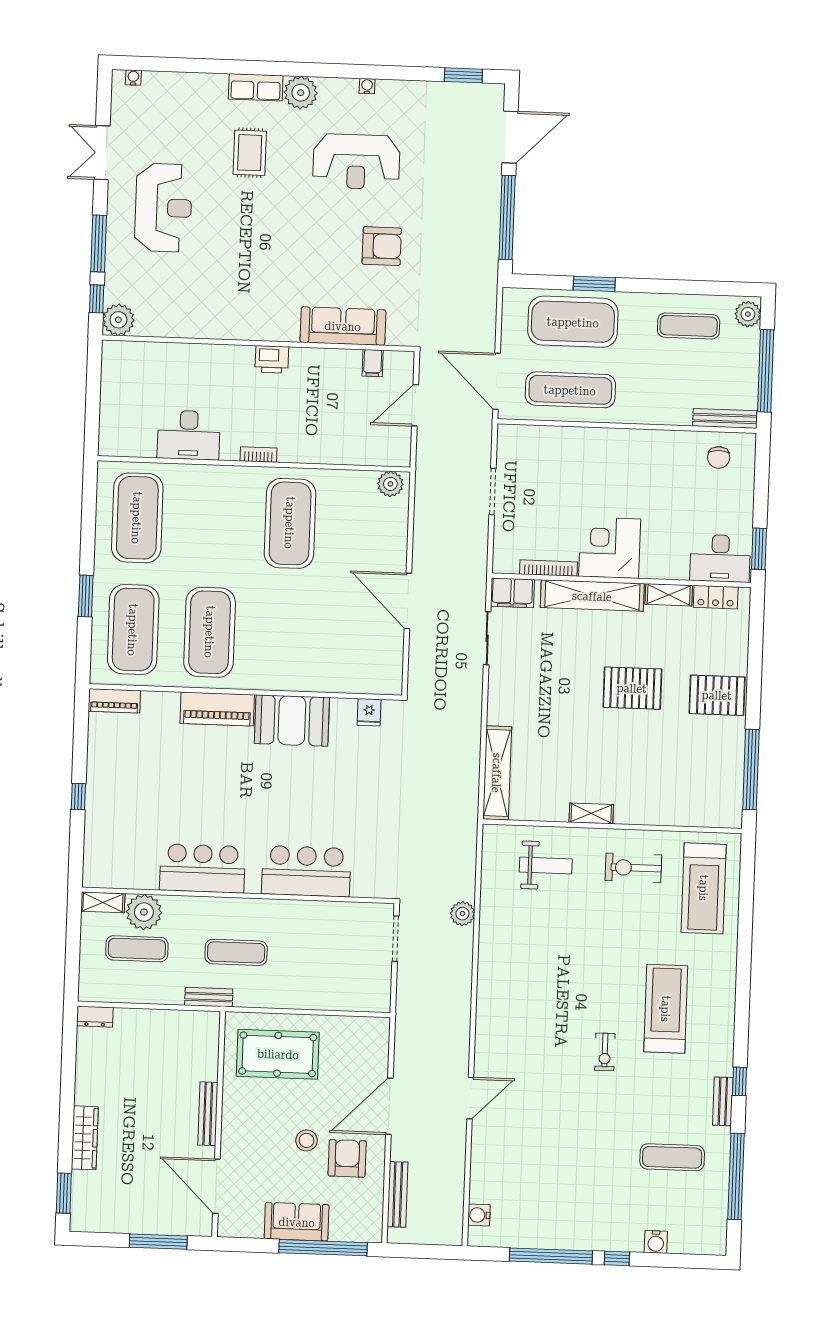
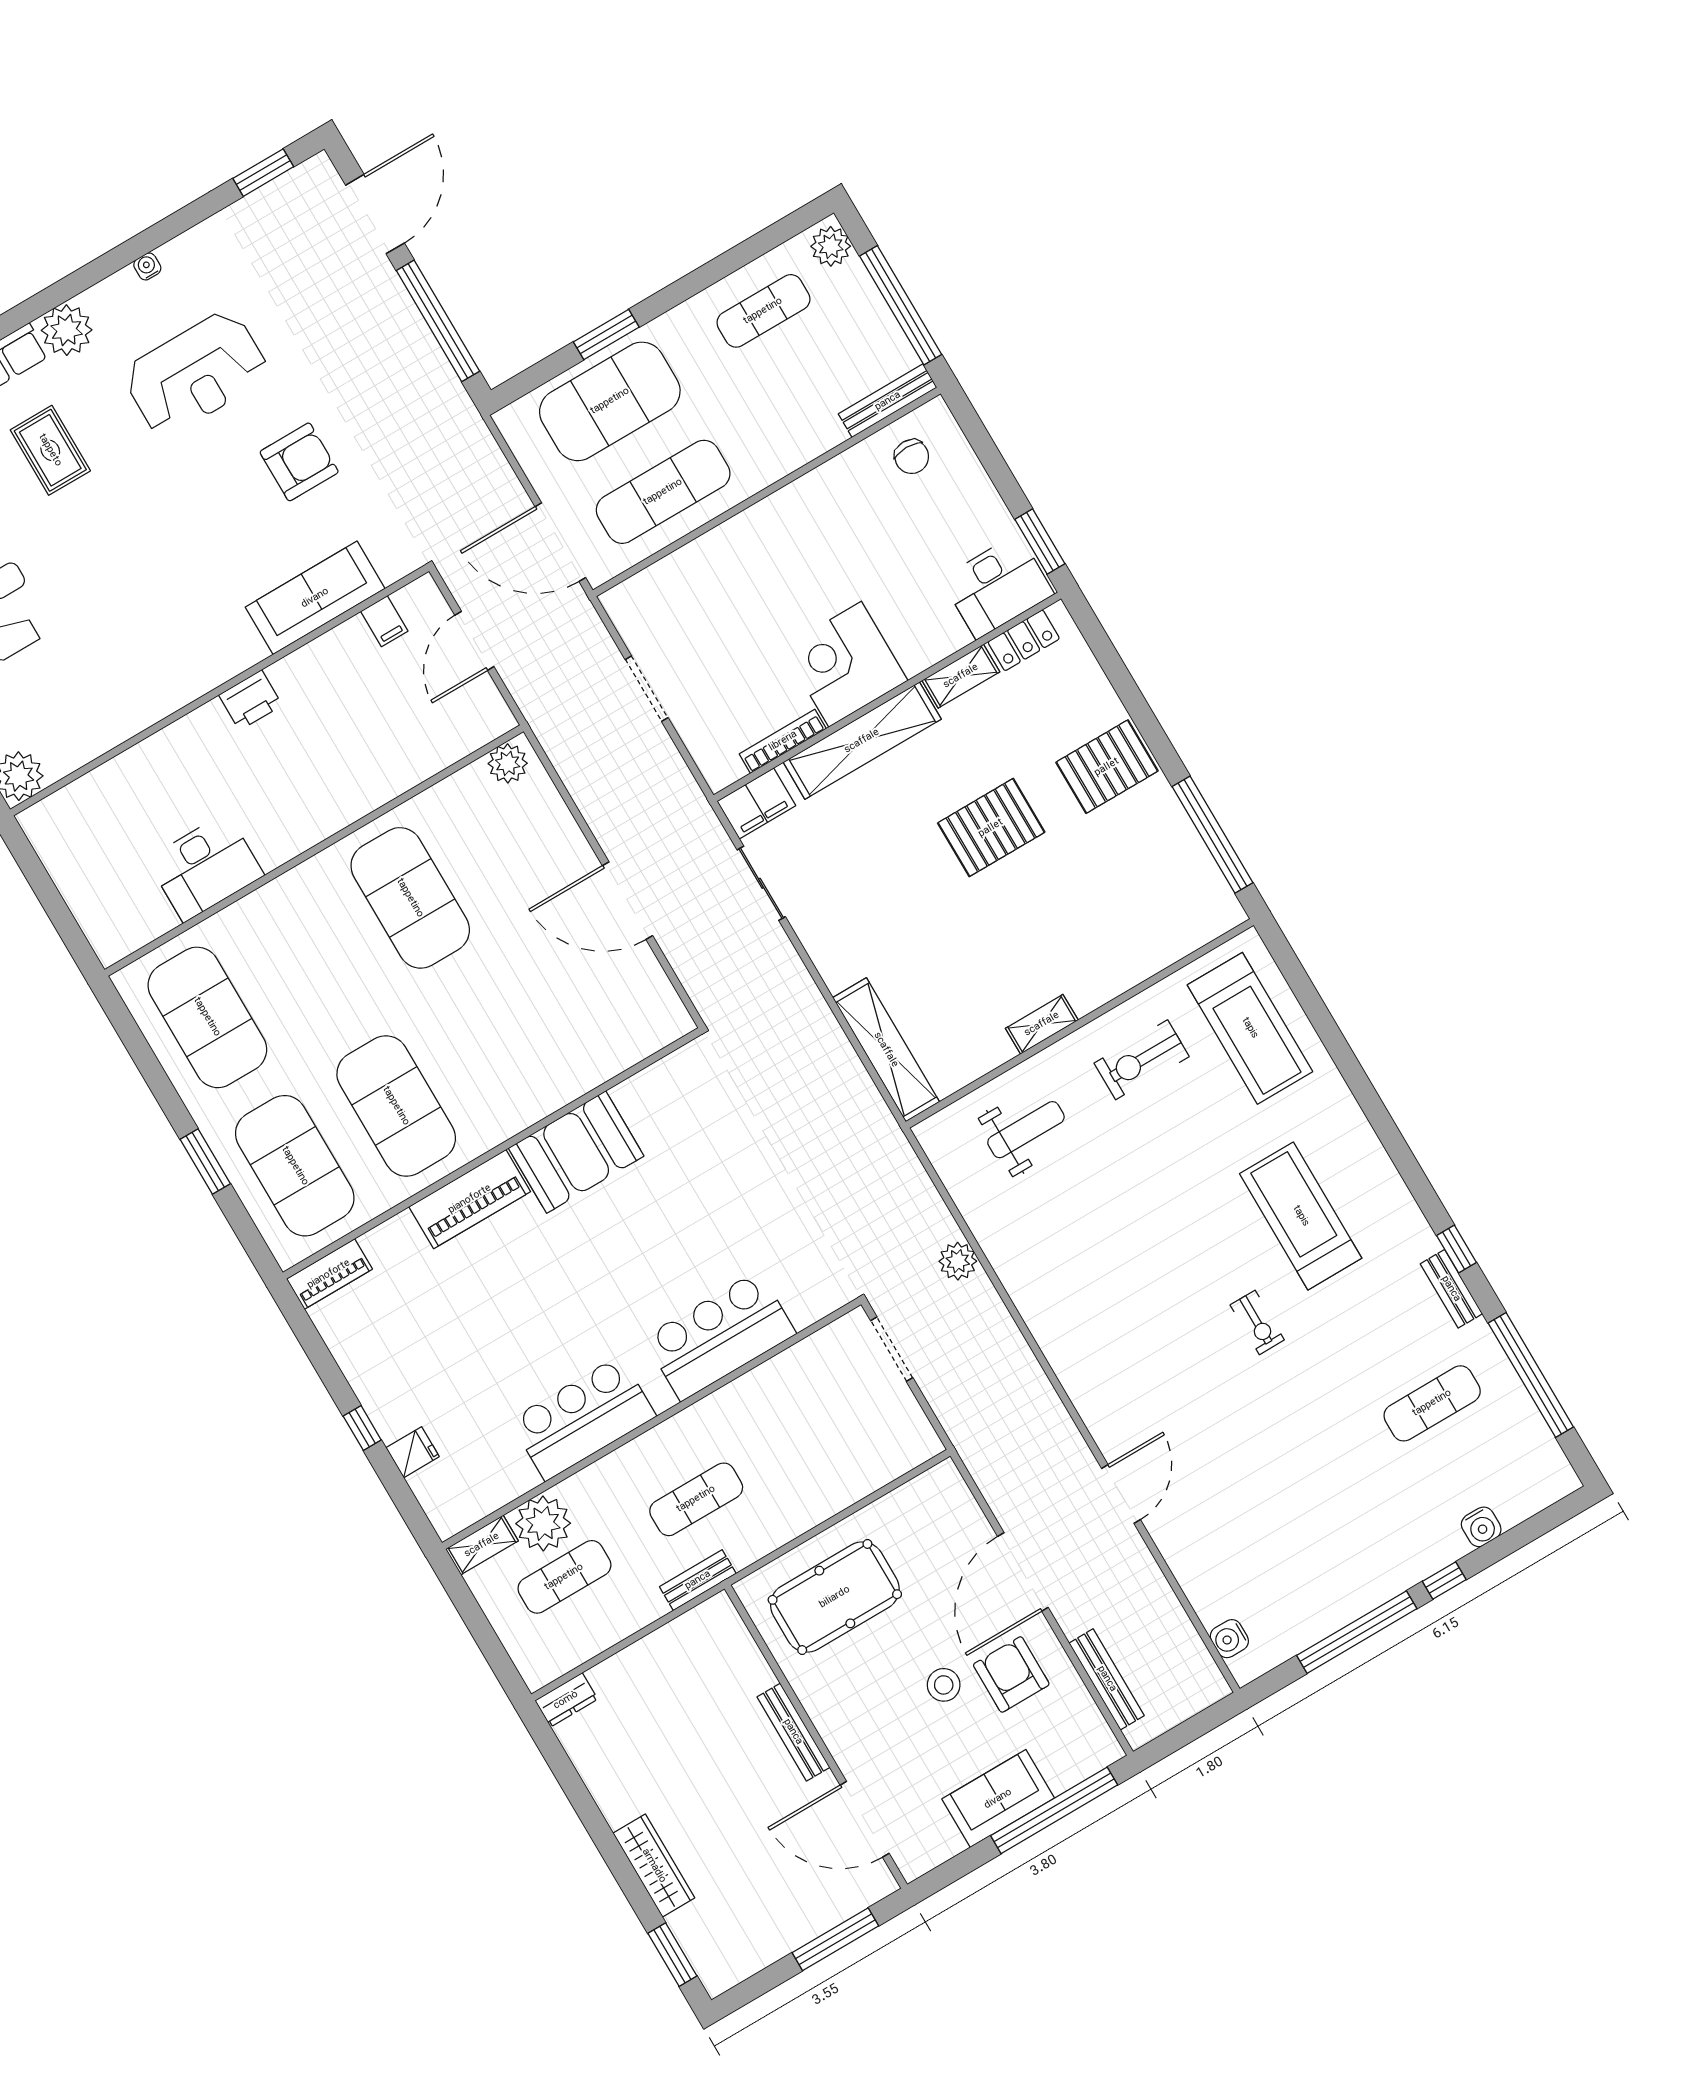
bookcase: (258, 455) -> (312, 835), removed
fridge: (369, 712) -> (413, 1452), moved, turned -90

